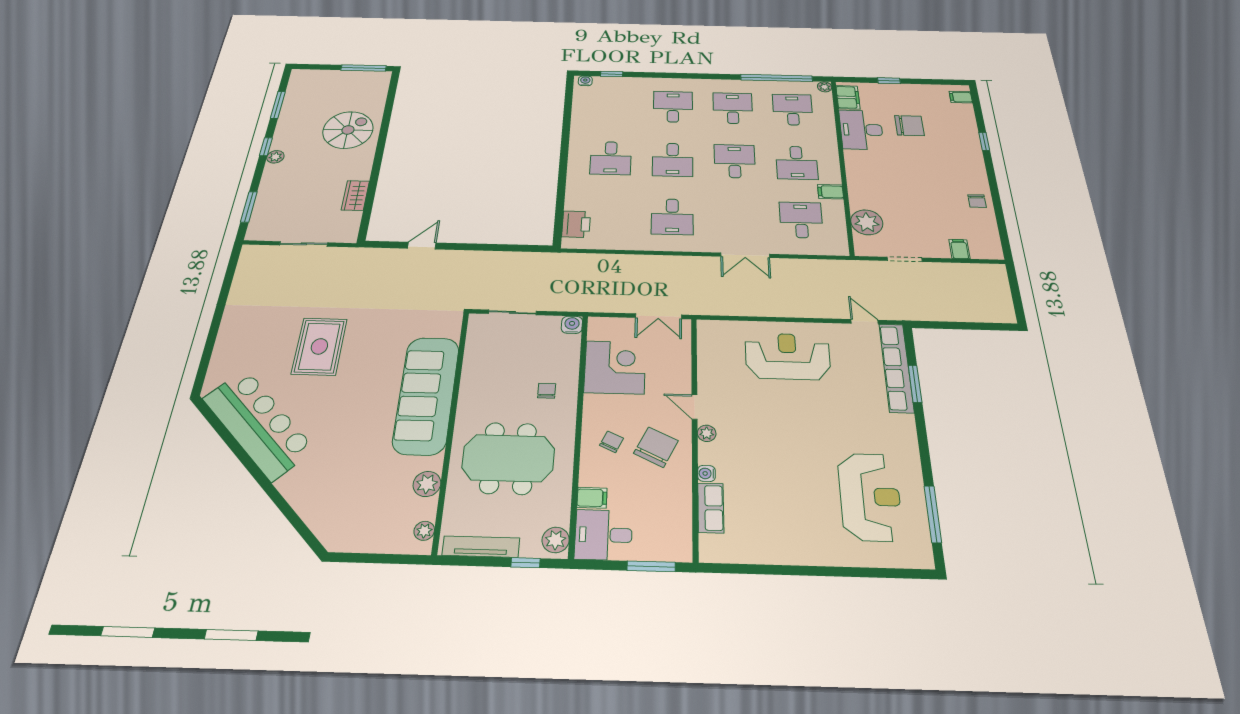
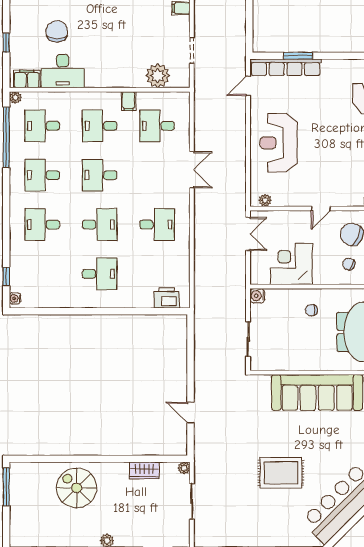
desk: (797, 163) -> (100, 126), turned 180
plant: (350, 237) -> (184, 468), added
plant: (707, 433) -> (265, 200), moved

